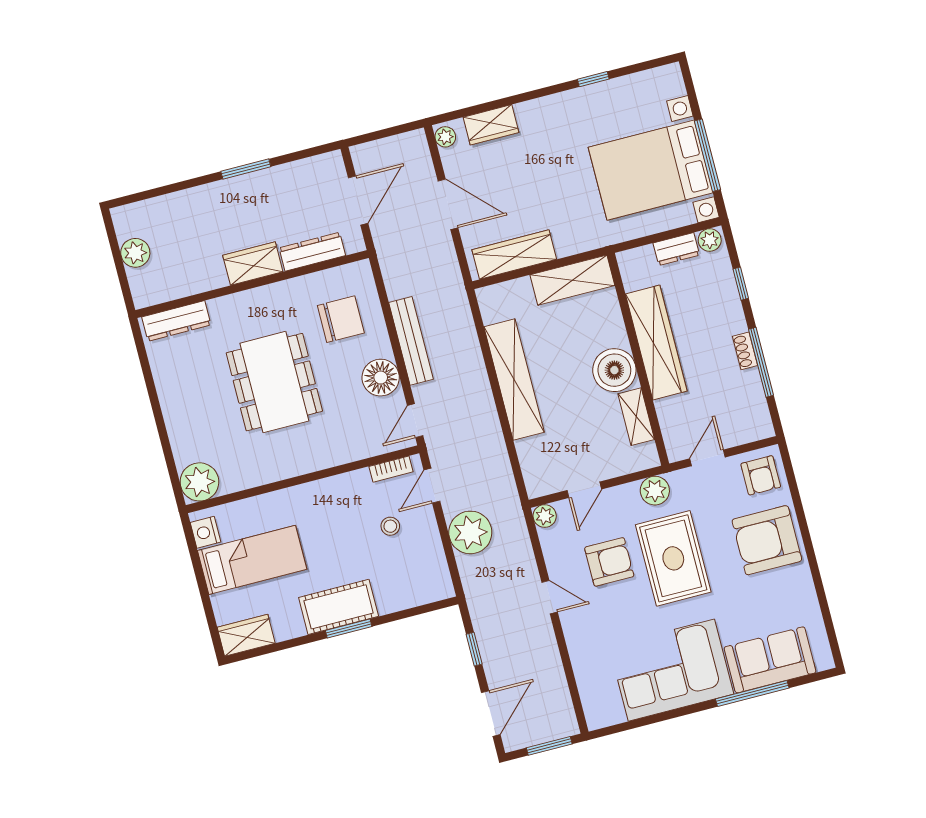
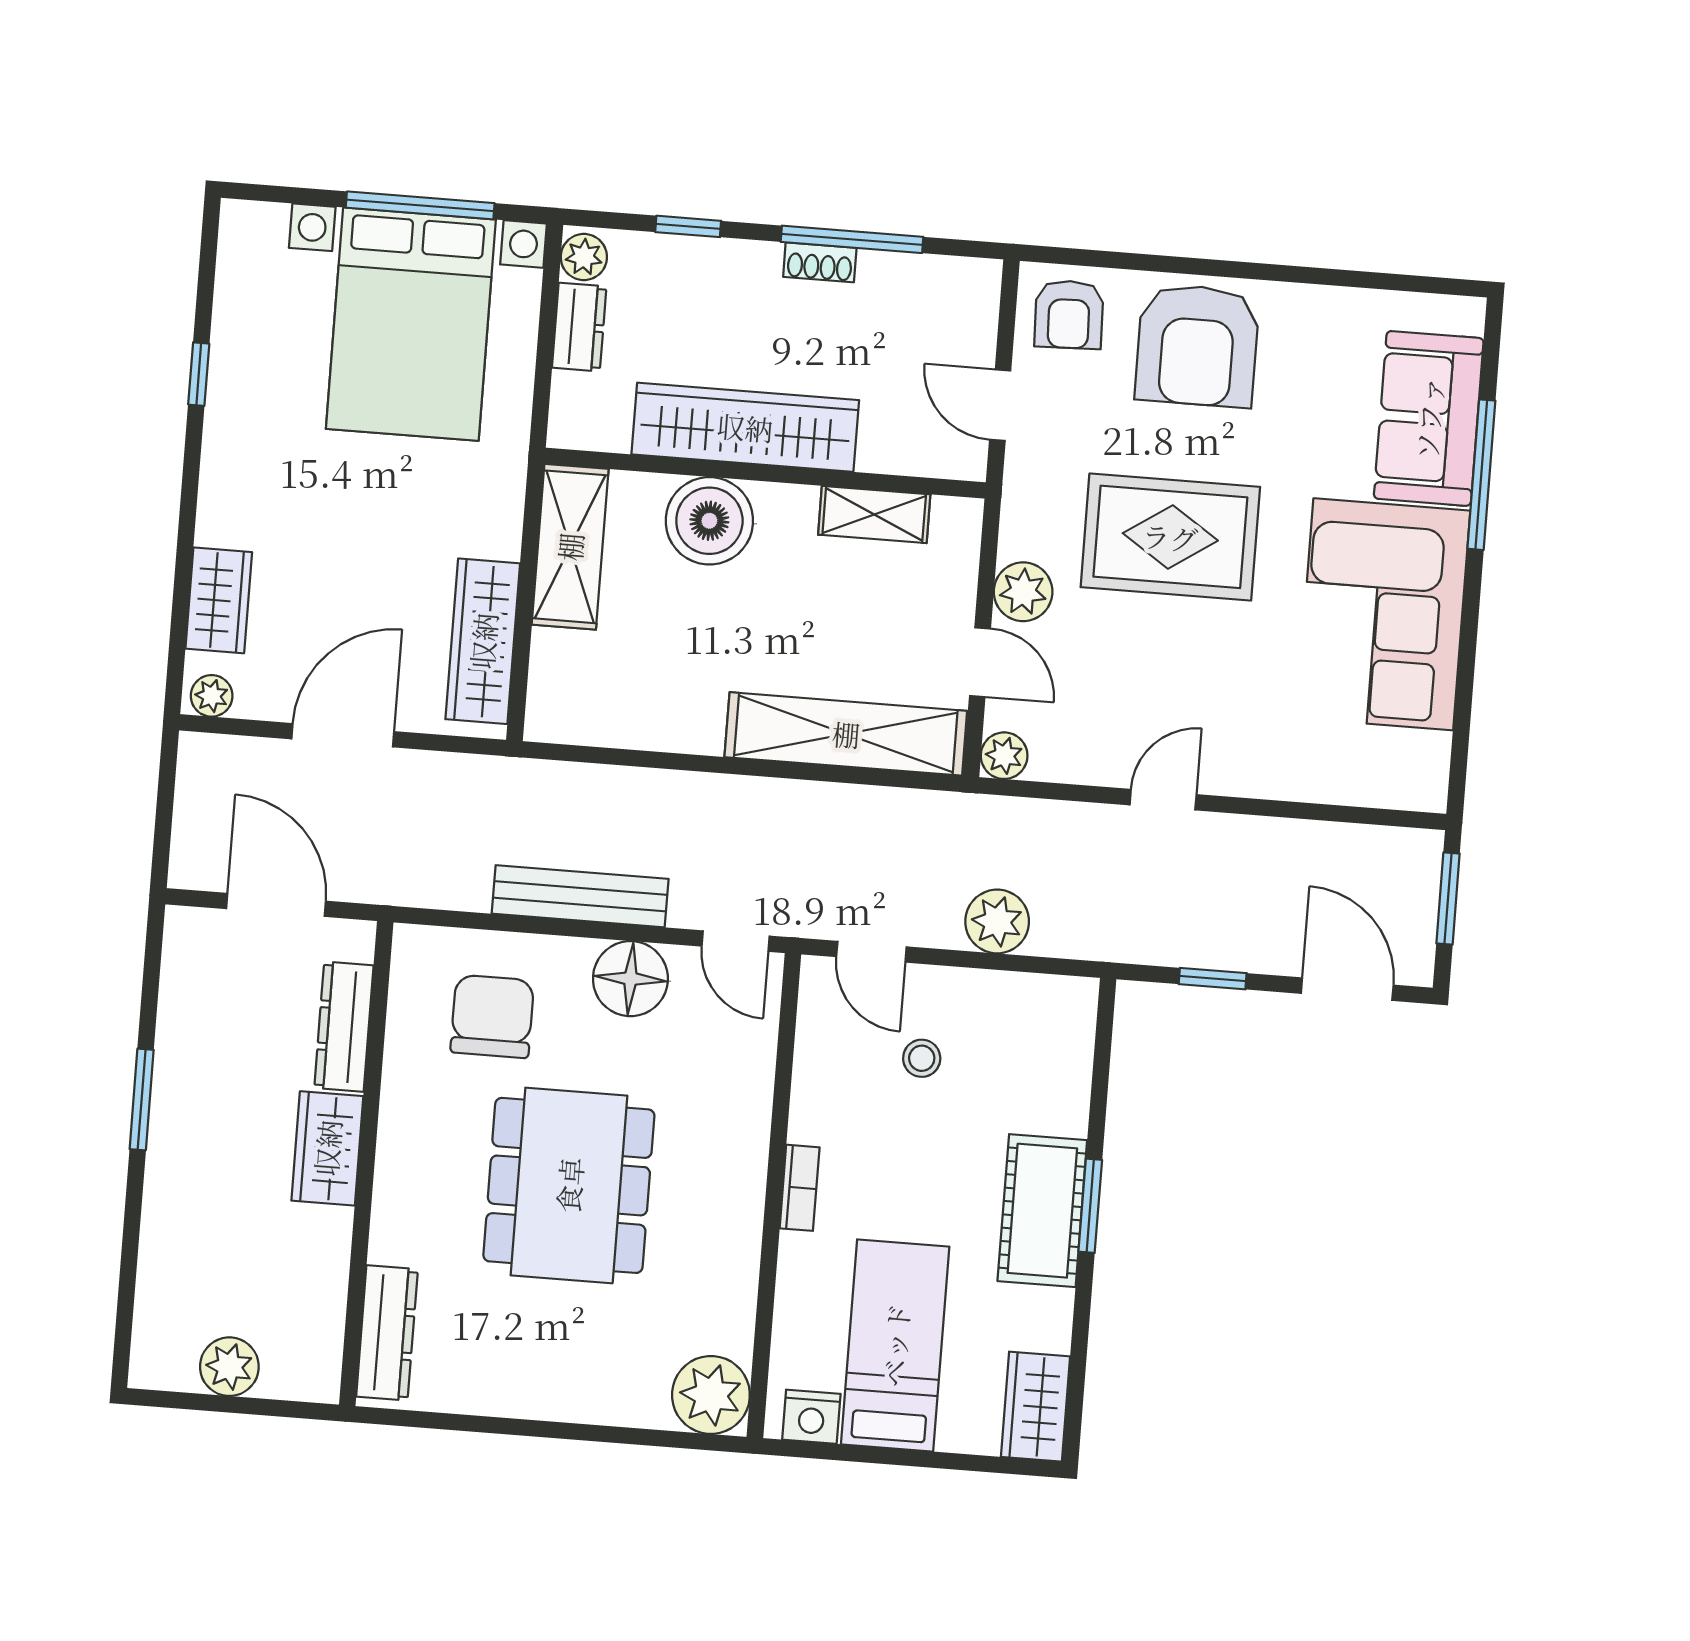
boiler: (614, 370) -> (709, 521), moved
shelving: (514, 380) -> (846, 734), moved
dining table: (274, 382) -> (569, 1185), turned 90
bookcase: (391, 469) -> (800, 1188), moved
armchair: (761, 475) -> (1069, 314), turned 88
plant: (655, 491) -> (1023, 592), moved
plant: (470, 532) -> (997, 921), width x0.73, depth x0.73
armchair: (609, 562) -> (1135, 662), removed

